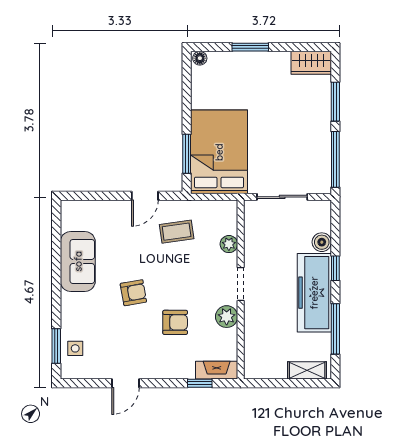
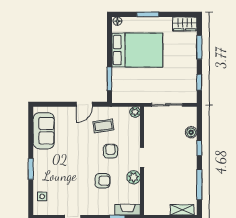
bed: (219, 152) -> (137, 50), moved, turned 90
window: (335, 159) -> (199, 82), width x0.46
plant: (229, 244) -> (135, 112), moved
sofa: (78, 261) -> (44, 131), moved
armchair: (133, 293) -> (110, 151), moved, turned -80
freezer: (314, 293) -> (187, 163), removed
window: (56, 346) -> (31, 169), moved

